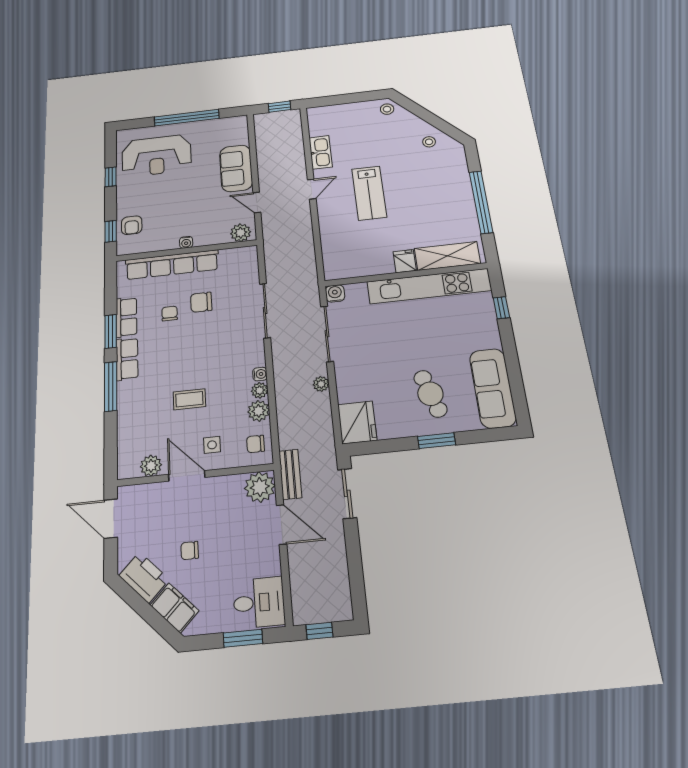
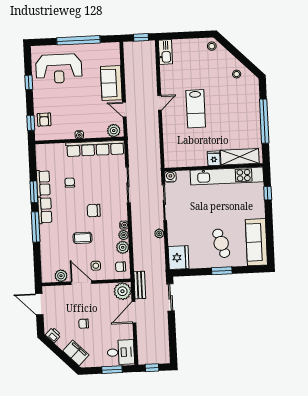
kitchen sink: (321, 152) -> (165, 52), moved
row of seats: (172, 265) -> (95, 148), moved
chair: (201, 302) -> (94, 211), moved
door: (281, 524) -> (134, 312), swing flipped
printer: (144, 577) -> (53, 335), width x0.53, depth x0.68

